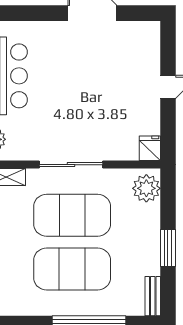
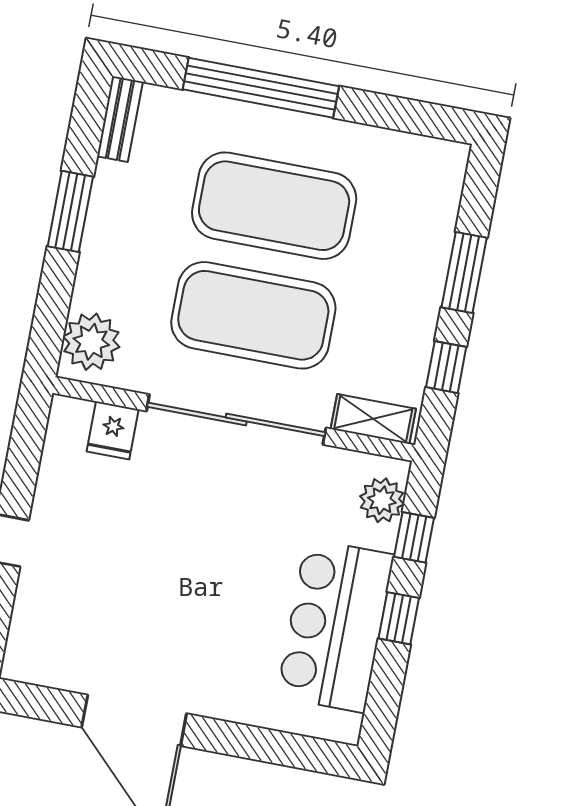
fridge: (150, 148) -> (113, 430), moved
sliding door: (71, 165) -> (236, 419), width x1.36

